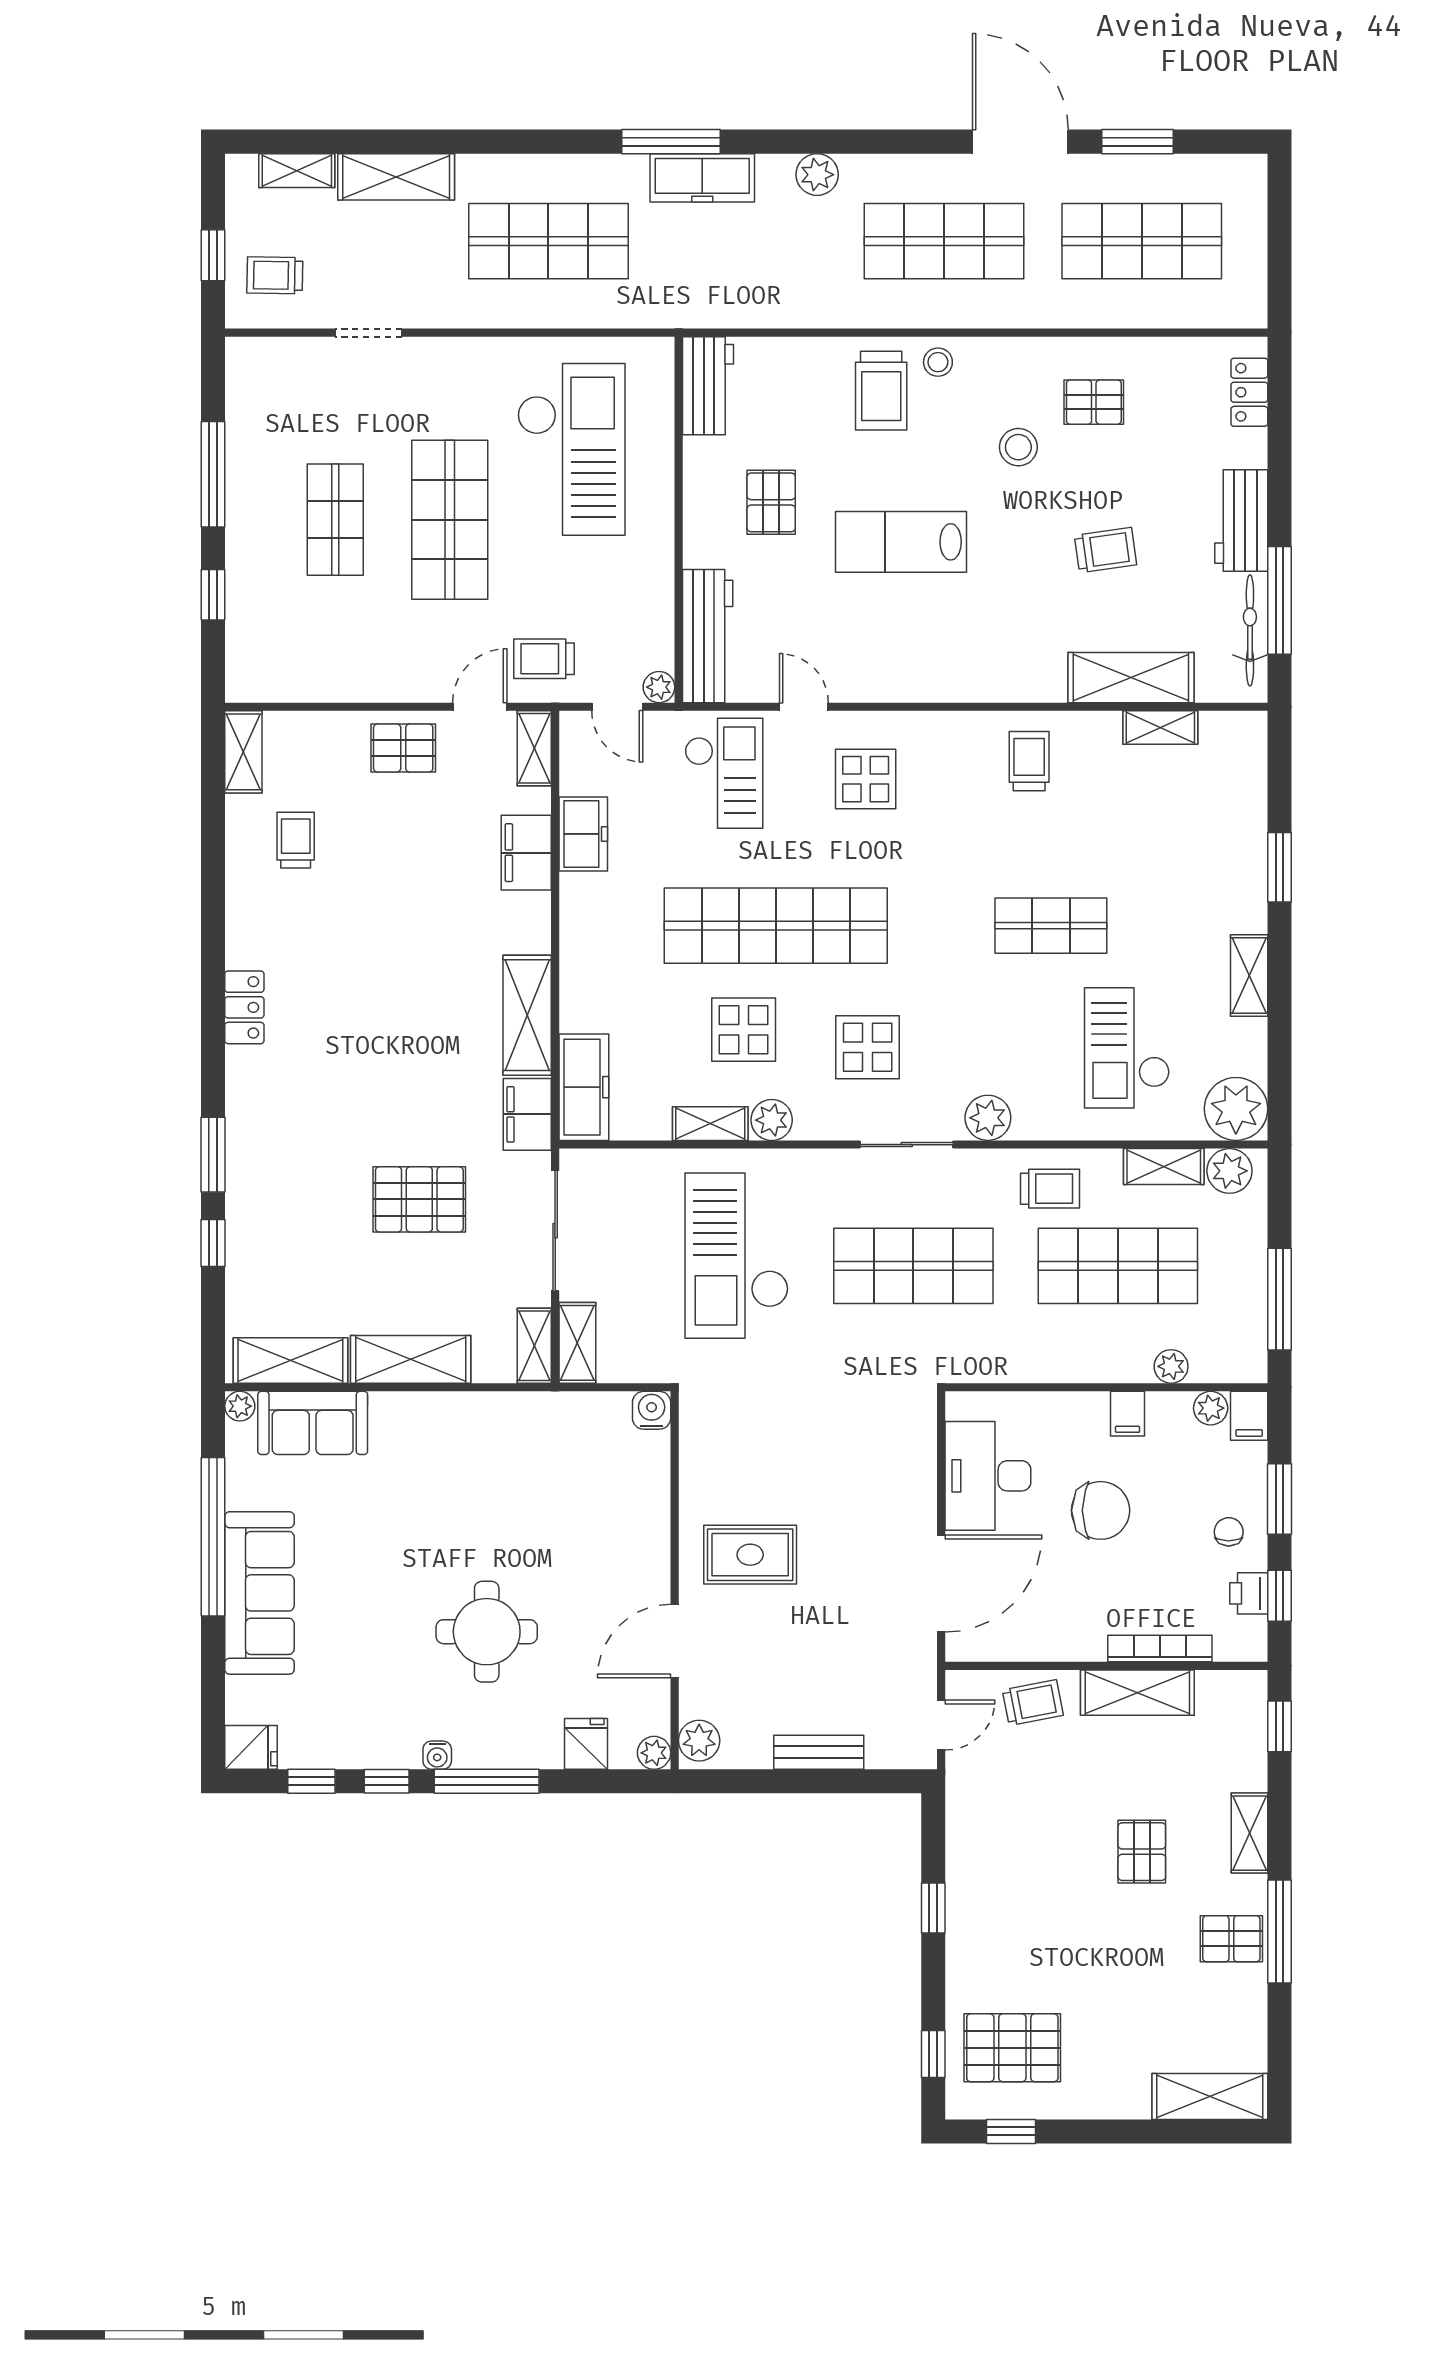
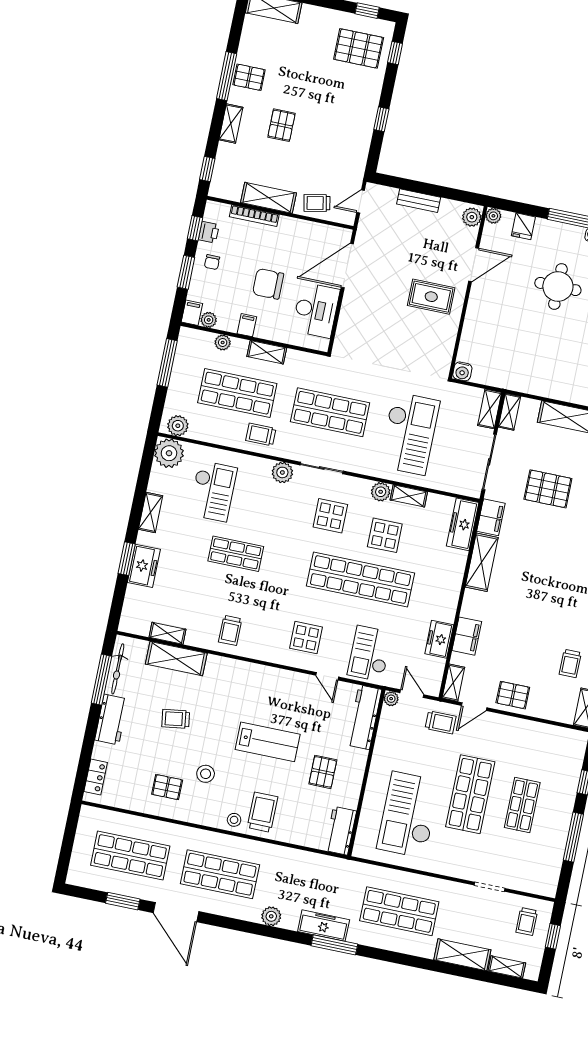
trolley: (275, 275) -> (527, 921), turned 89
freezer: (1240, 860) -> (144, 566), added
shelving: (1164, 1167) -> (267, 352), moved

